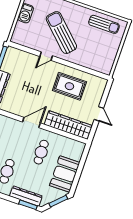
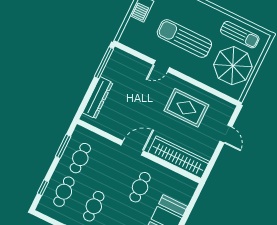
sun lounger: (61, 33) -> (184, 38), turned -44
parasol: (102, 49) -> (233, 66), added
door: (99, 114) -> (226, 134), moved

